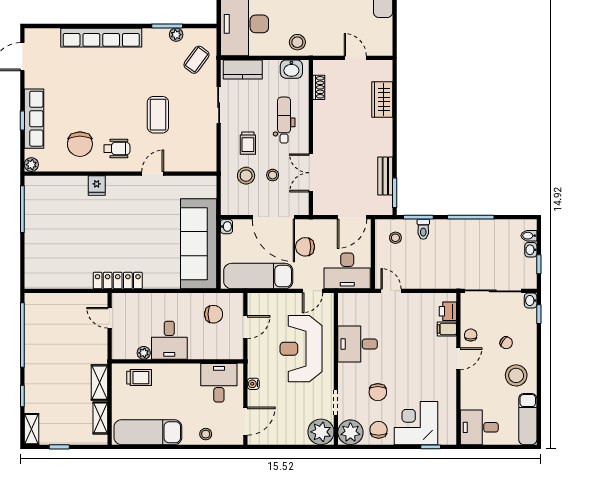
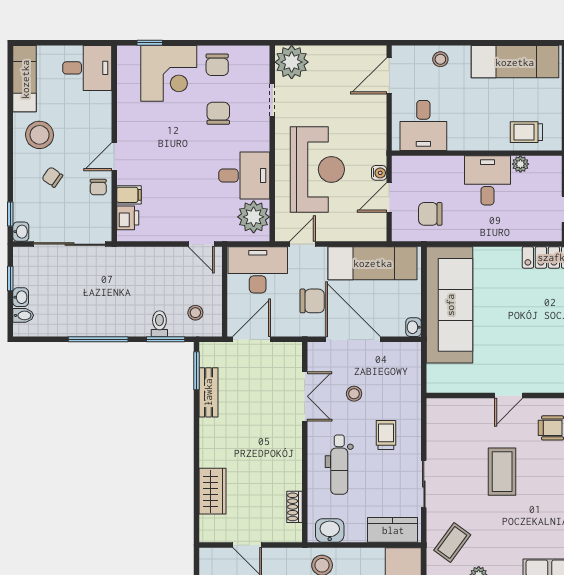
stool: (246, 176) -> (388, 393), removed
water cooler: (253, 384) -> (379, 173), moved
plant: (350, 432) -> (254, 217), moved

